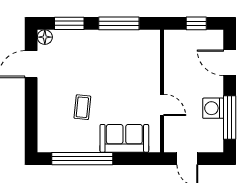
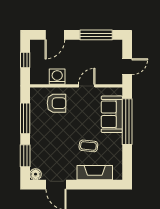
armchair: (139, 65) -> (56, 103), added
washing machine: (213, 108) -> (57, 77), moved, turned 180
fireplace: (47, 116) -> (95, 173), added
window: (82, 159) -> (127, 122), moved

